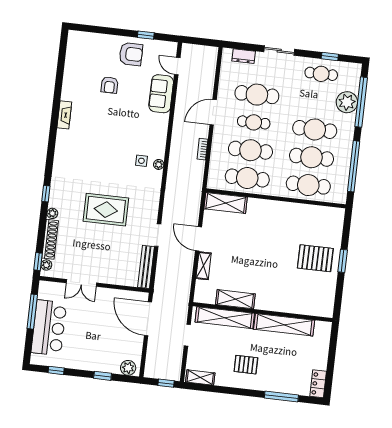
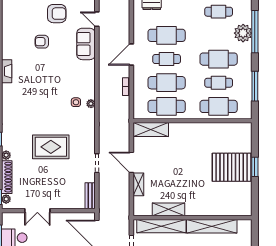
armchair: (110, 85) -> (42, 42), turned 90
cafe table: (312, 157) -> (219, 83), width x0.73, depth x0.74
window: (354, 166) -> (255, 86), width x0.68
pallet: (315, 258) -> (232, 167), width x1.37, depth x1.41
bench: (146, 267) -> (90, 196), width x0.73

